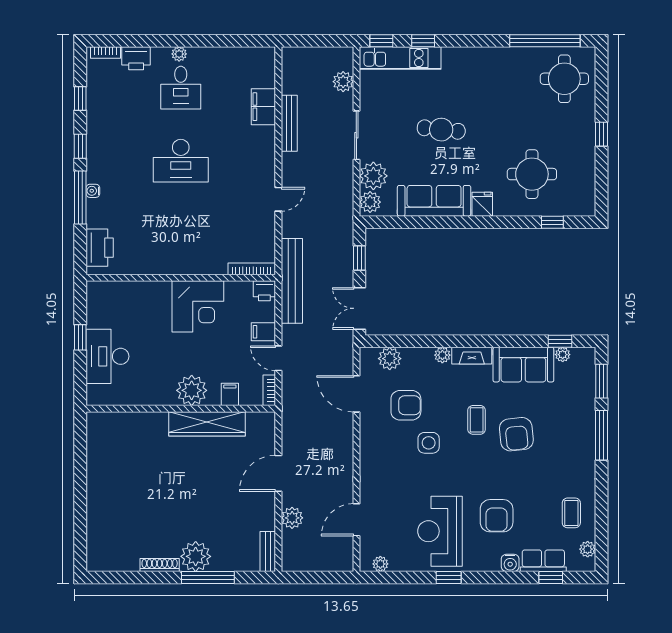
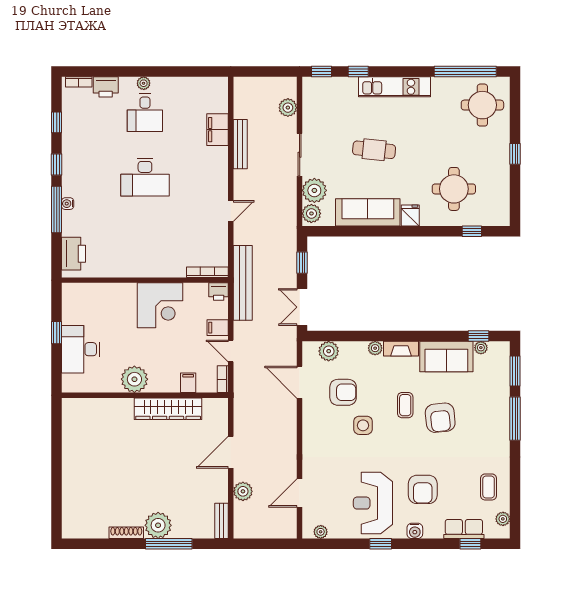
kitchen unit: (400, 58) -> (394, 87), moved
plant: (192, 390) -> (134, 379), moved
water cooler: (510, 563) -> (415, 531), moved

